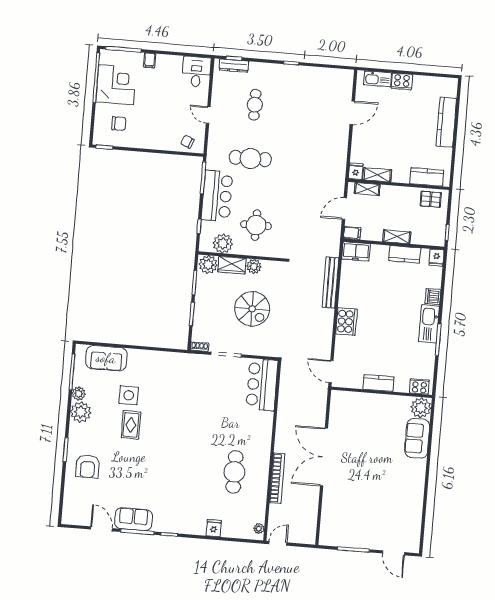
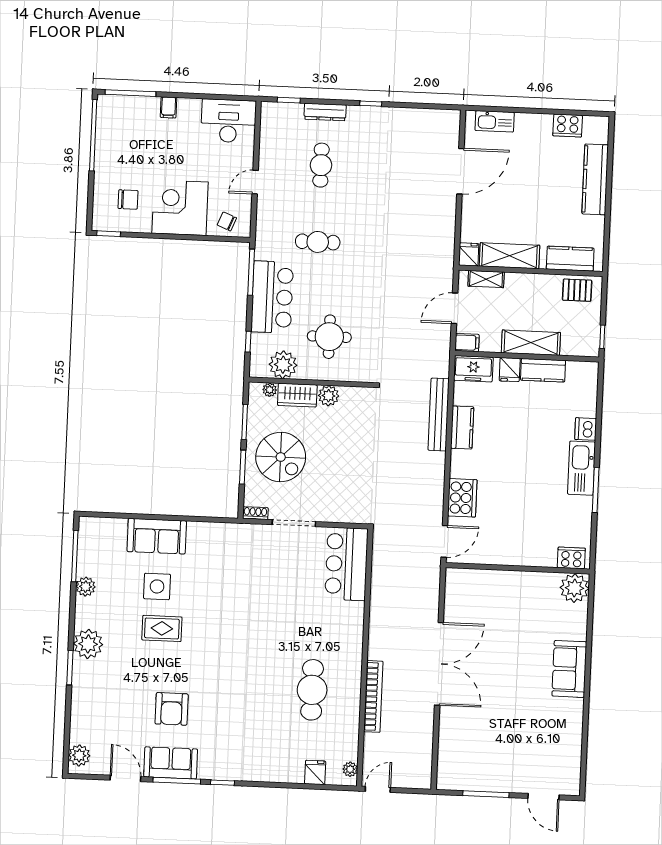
dresser: (234, 66) -> (325, 112), moved
desk: (196, 72) -> (228, 121), width x1.37
cooker: (402, 81) -> (568, 125), moved
corner desk: (116, 85) -> (180, 208), moved, turned -90
door: (352, 113) -> (460, 171), width x1.36
door: (208, 115) -> (255, 182), hinge flipped
cafe table: (250, 158) -> (318, 242), width x0.73, depth x0.74
shelving: (377, 175) -> (509, 256), width x1.50, depth x1.33
shelving: (397, 237) -> (531, 343), width x1.50, depth x1.33
fridge: (436, 258) -> (510, 370), moved
plant: (208, 265) -> (270, 390), width x0.53, depth x0.53
spiral stairs: (252, 309) -> (281, 457), moved
cooker: (346, 322) -> (462, 498), moved
sofa: (106, 358) -> (157, 536), moved
door: (331, 372) -> (444, 541), swing flipped
kitchen counter: (378, 383) -> (462, 428), moved, turned 90
plant: (81, 412) -> (88, 644), moved
rug: (131, 425) -> (162, 628), turned 90
sofa: (417, 438) -> (569, 669), moved
double door: (324, 457) -> (439, 664), swing flipped
armchair: (88, 466) -> (172, 709), moved
plant: (70, 512) -> (79, 755), added
fridge: (214, 528) -> (315, 772), moved

